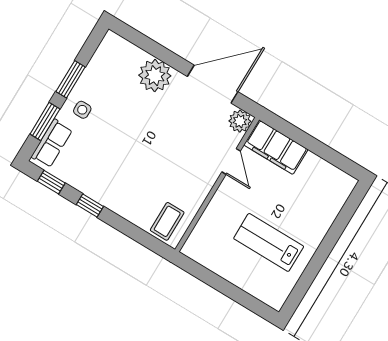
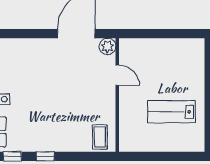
plant: (155, 76) -> (37, 50), removed
filing cabinet: (276, 147) -> (140, 49), removed

